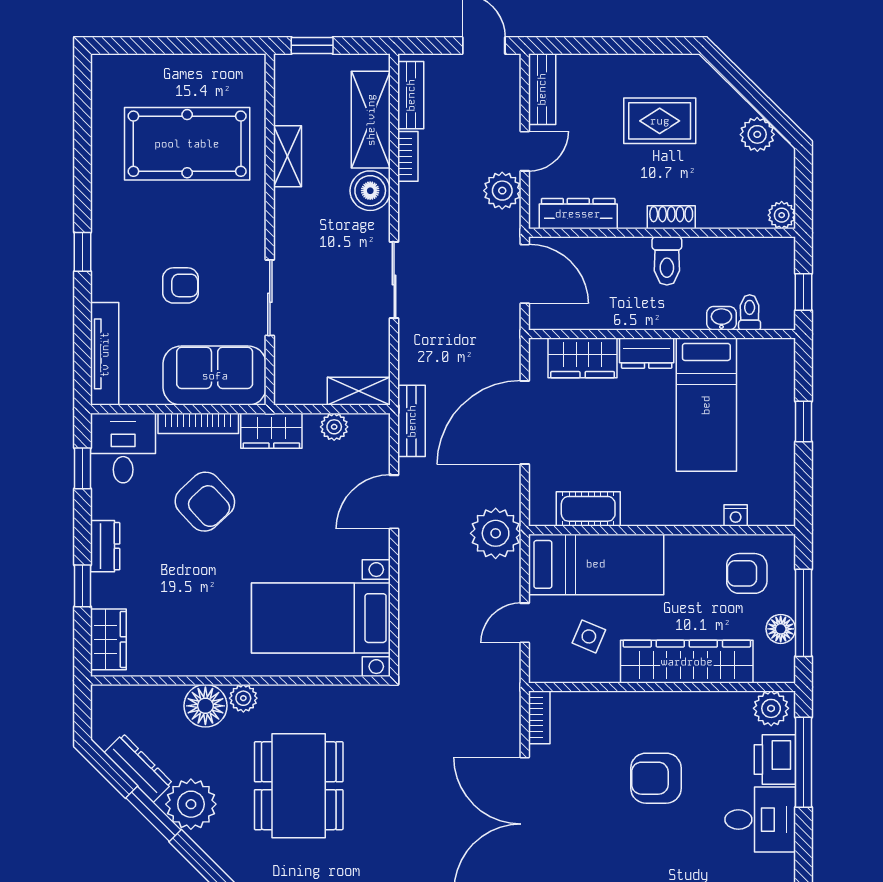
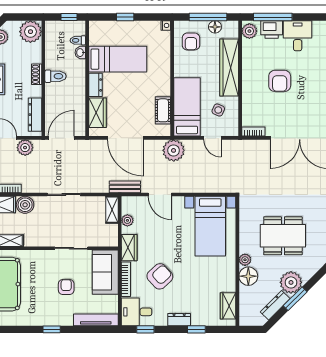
plant: (782, 215) -> (30, 32), width x1.88, depth x1.88
nightstand: (736, 515) -> (166, 25), moved
wardrobe: (108, 639) -> (228, 306), moved, turned -90

